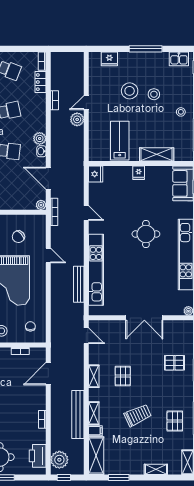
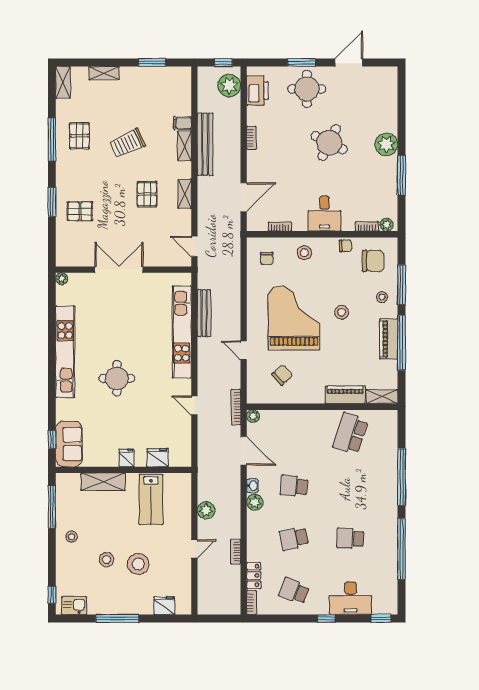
plant: (77, 119) -> (206, 510), moved
fridge: (96, 174) -> (158, 458), moved, turned 90
shelving: (96, 456) -> (181, 91), removed

